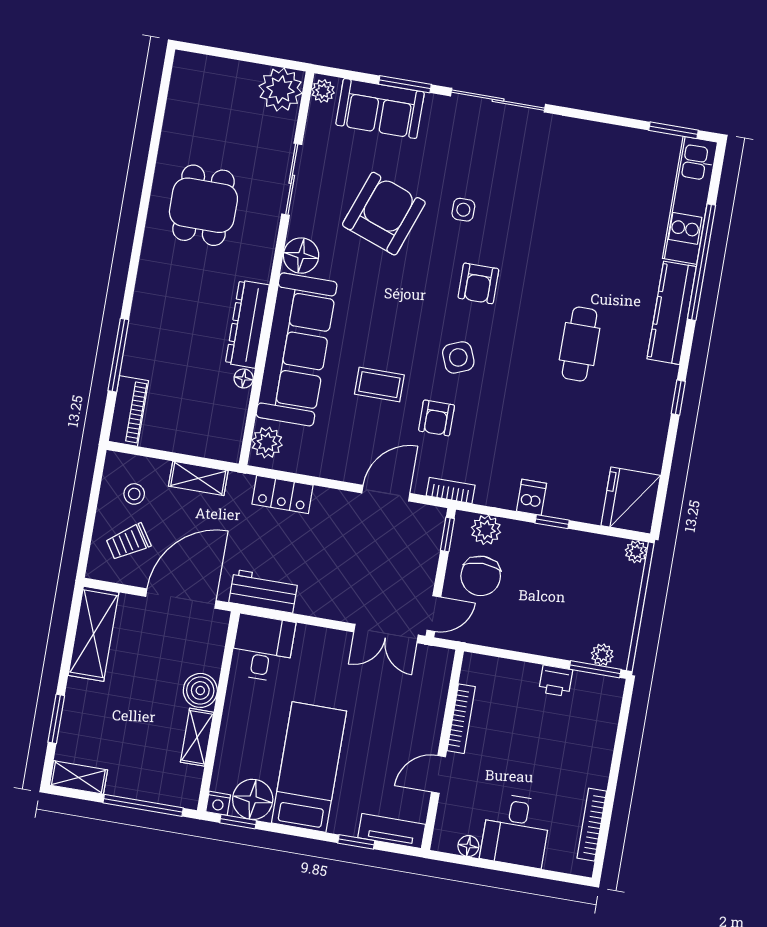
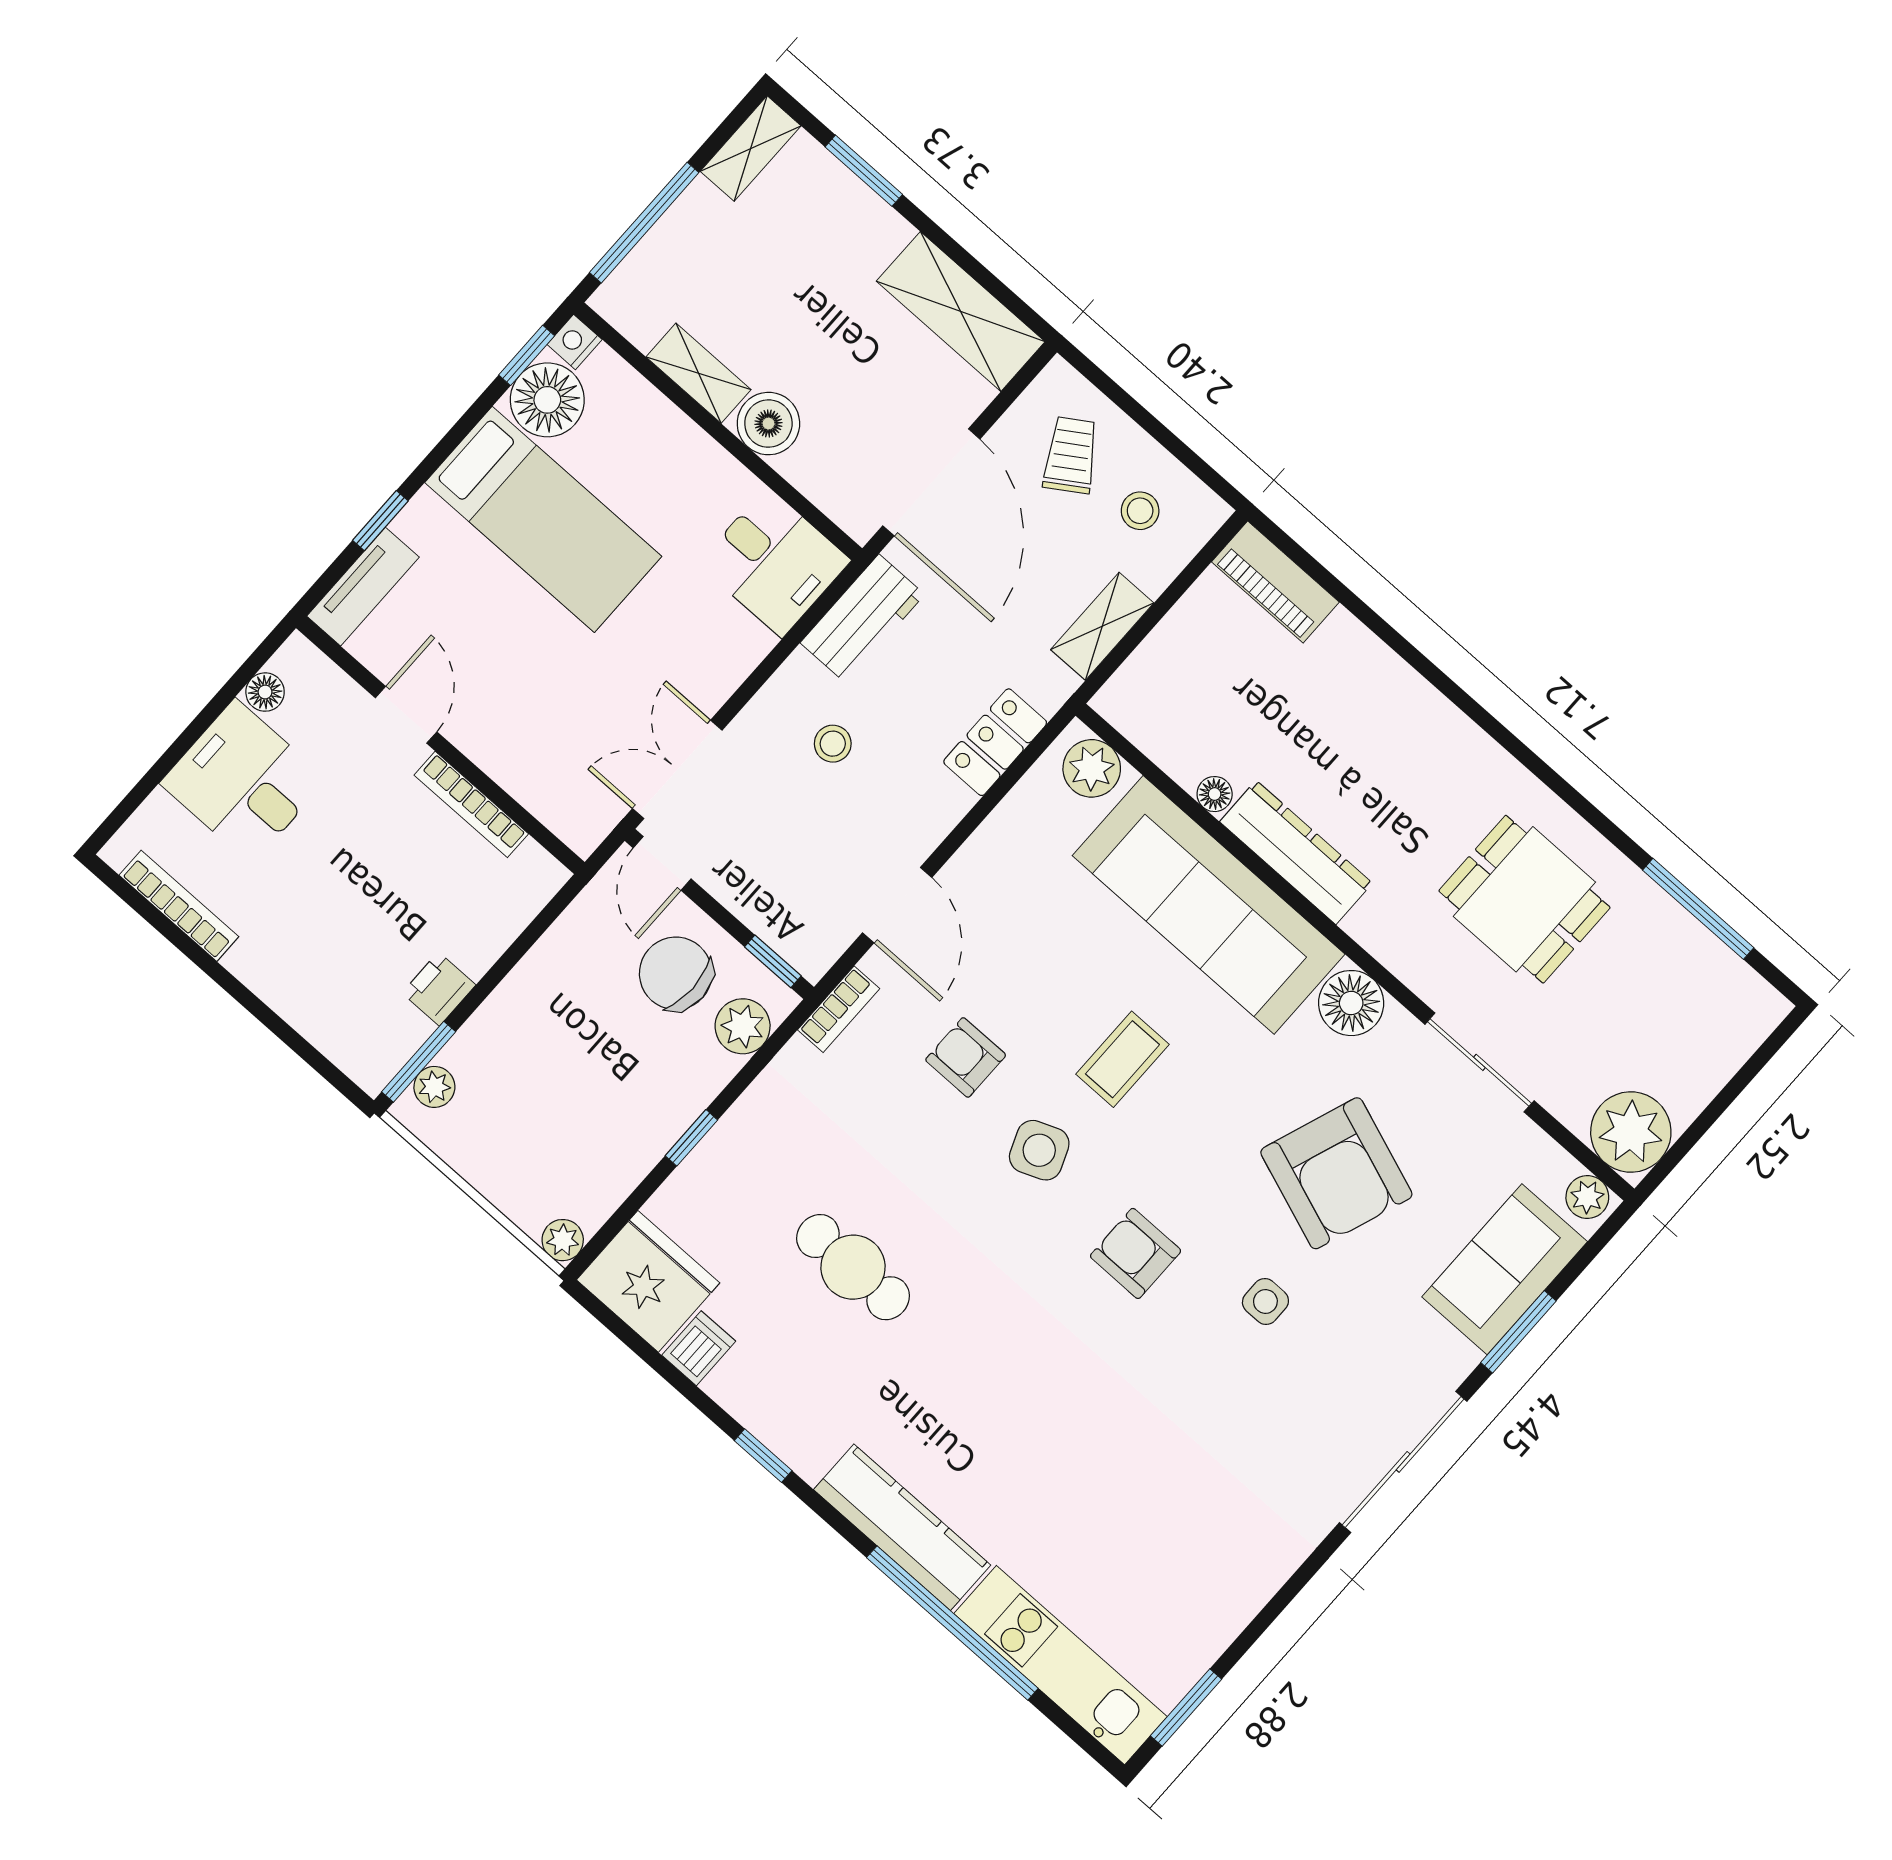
cafe table: (580, 344) -> (853, 1267), moved
window: (118, 355) -> (1698, 909), moved
coffee table: (379, 385) -> (1122, 1059), moved
dishwasher: (531, 497) -> (699, 1348), moved, turned -90
stool: (330, 569) -> (833, 744), added

